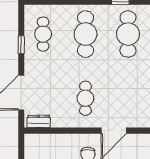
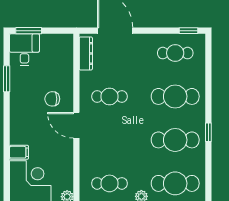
window: (21, 45) -> (188, 31), moved
dresser: (39, 121) -> (86, 53), width x1.44

